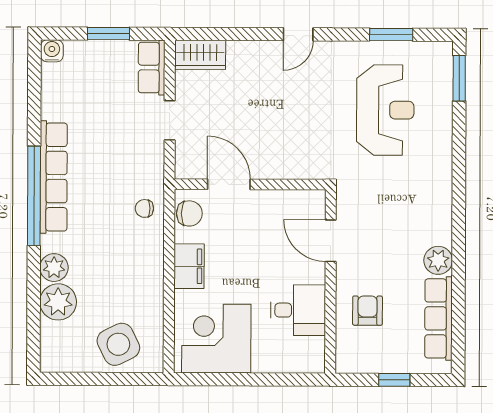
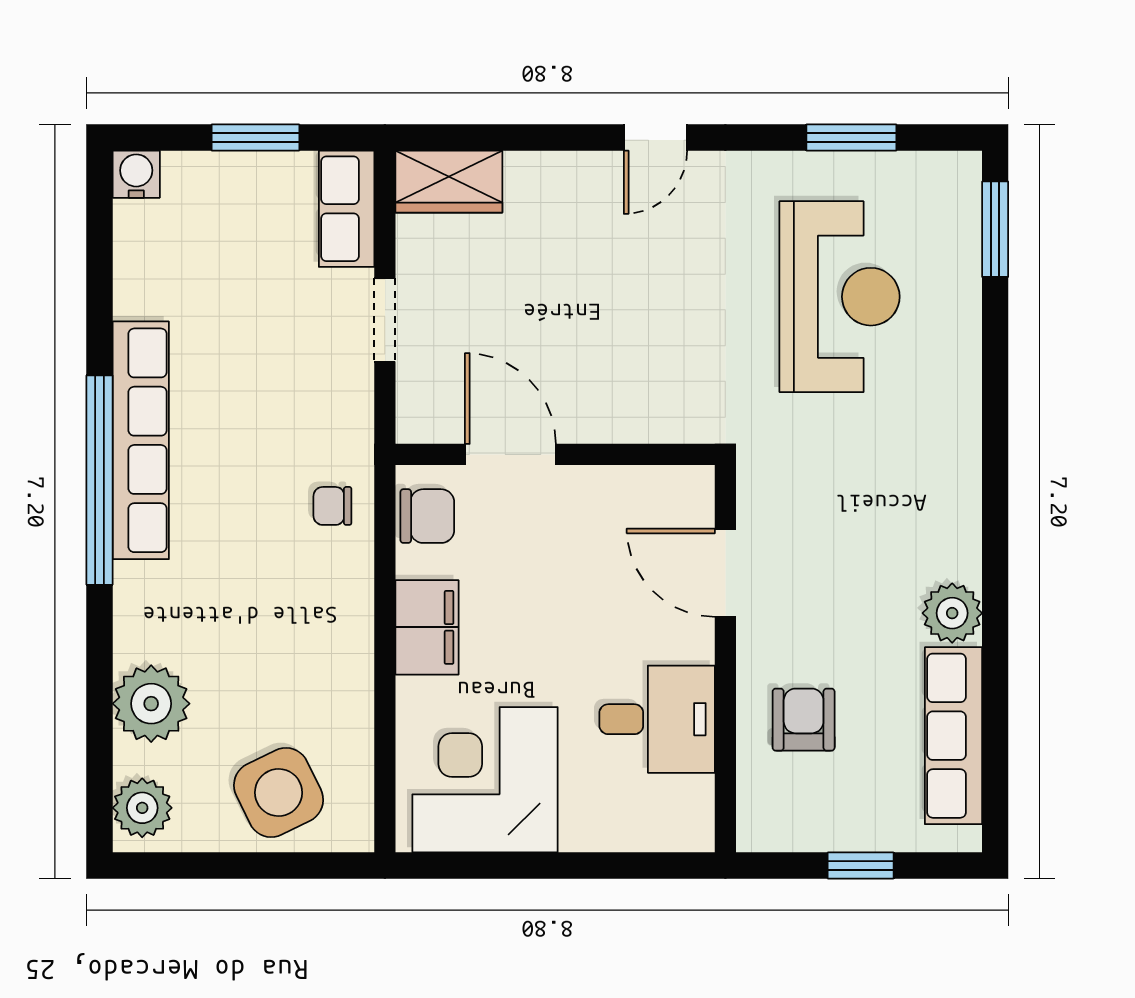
plant: (54, 268) -> (142, 808), moved

